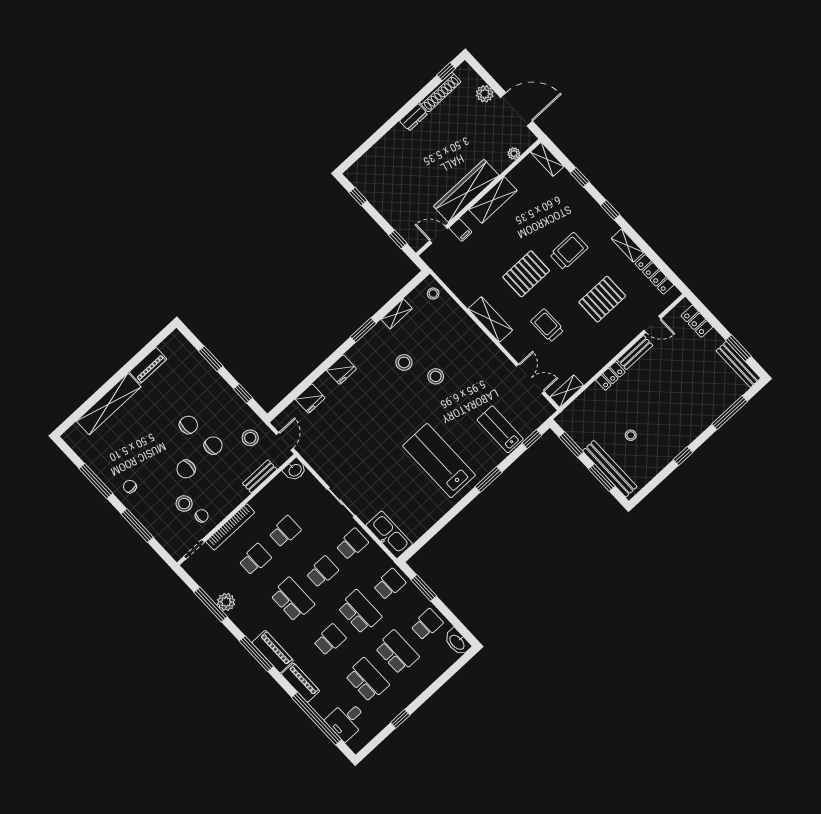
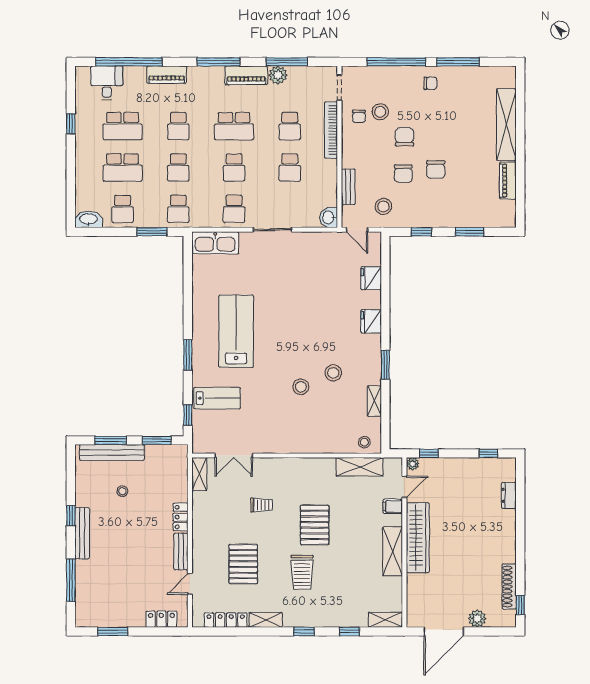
dresser: (414, 117) -> (509, 495), moved
plant: (514, 154) -> (413, 464), moved
shelving: (490, 319) -> (359, 467), moved
trolley: (547, 325) -> (262, 505), width x0.73, depth x0.72
bench: (738, 364) -> (82, 533), moved, turned 90
lab bench: (439, 461) -> (236, 331), turned -90
window: (137, 525) -> (396, 62), width x1.46
school desk: (360, 612) -> (178, 167), width x0.54
piano: (273, 652) -> (246, 75), moved

